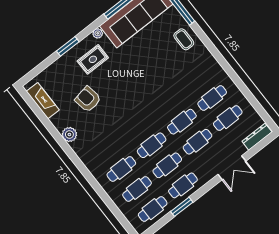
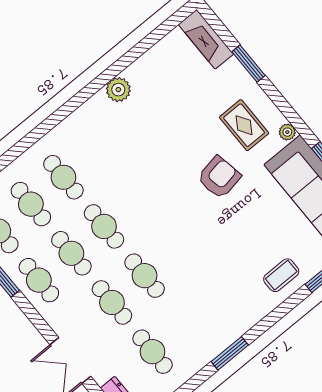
window: (68, 46) -> (248, 64), moved
window: (230, 72) -> (230, 353), added
cafe table: (212, 98) -> (185, 325), removed
armchair: (88, 99) -> (219, 177), moved
fireplace: (43, 101) -> (206, 39), moved, turned 90

